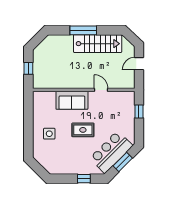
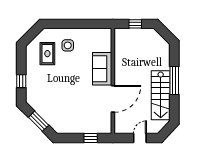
door: (139, 64) -> (140, 138), hinge flipped
door: (101, 90) -> (113, 99), width x1.87
rug: (83, 130) -> (47, 54), moved
bar counter: (111, 152) -> (49, 109), removed

